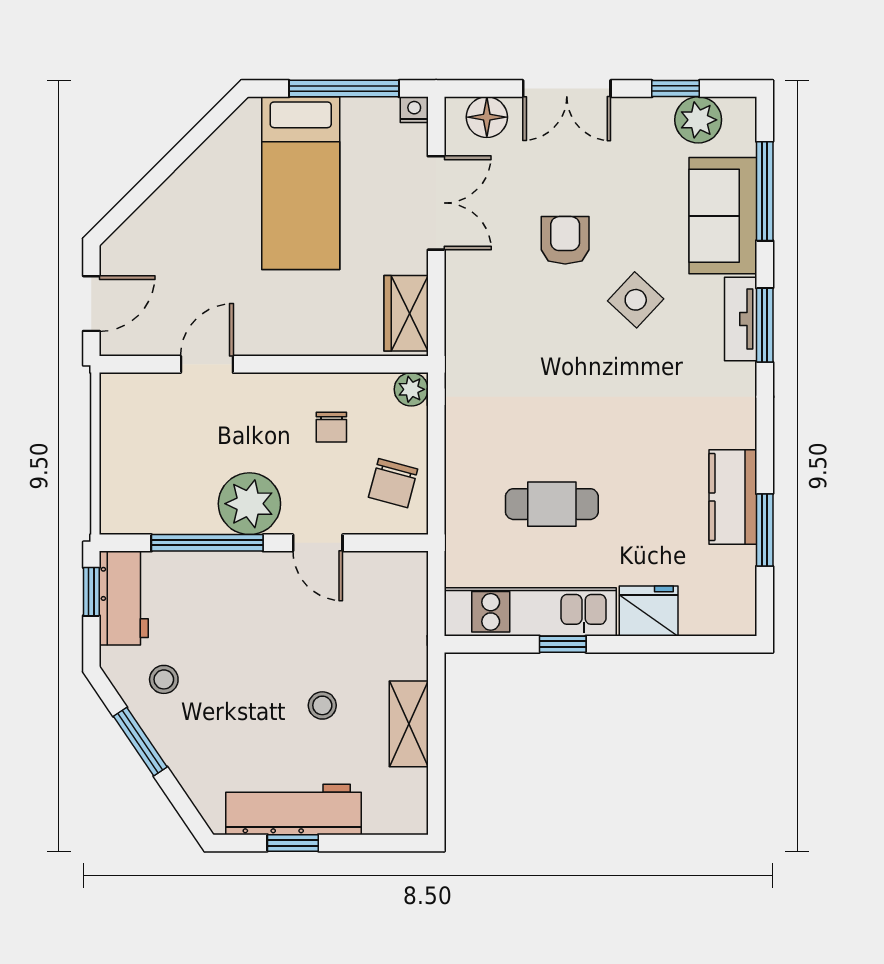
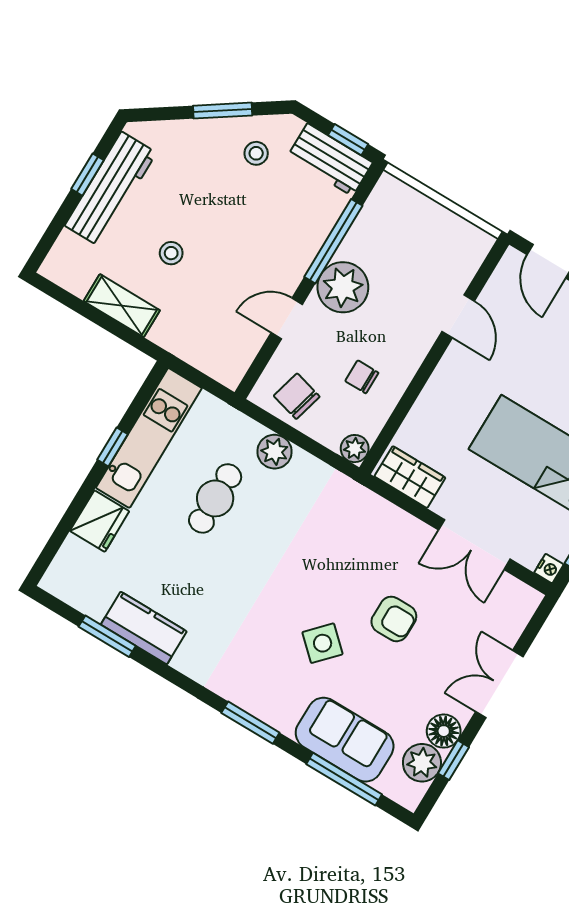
floor lamp: (487, 117) -> (444, 731), moved
tv unit: (741, 319) -> (265, 708), removed
plant: (465, 471) -> (274, 452), added

